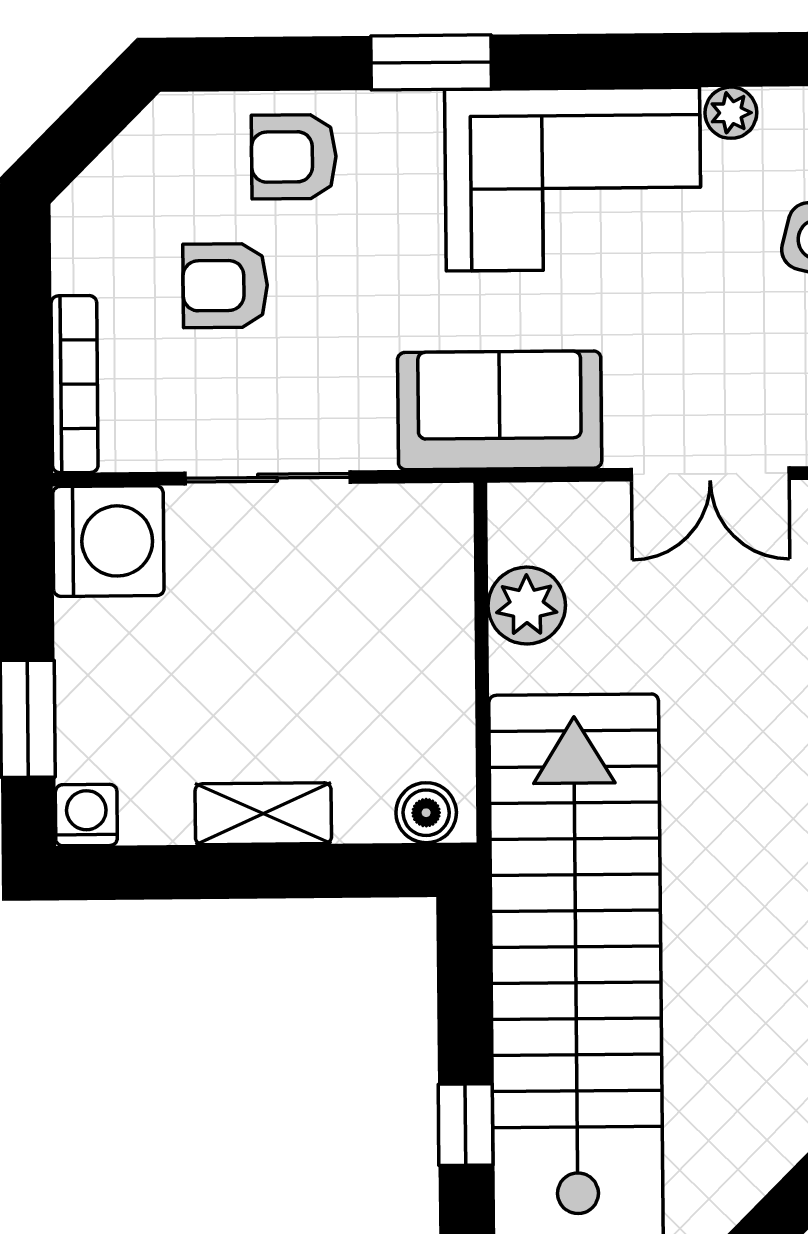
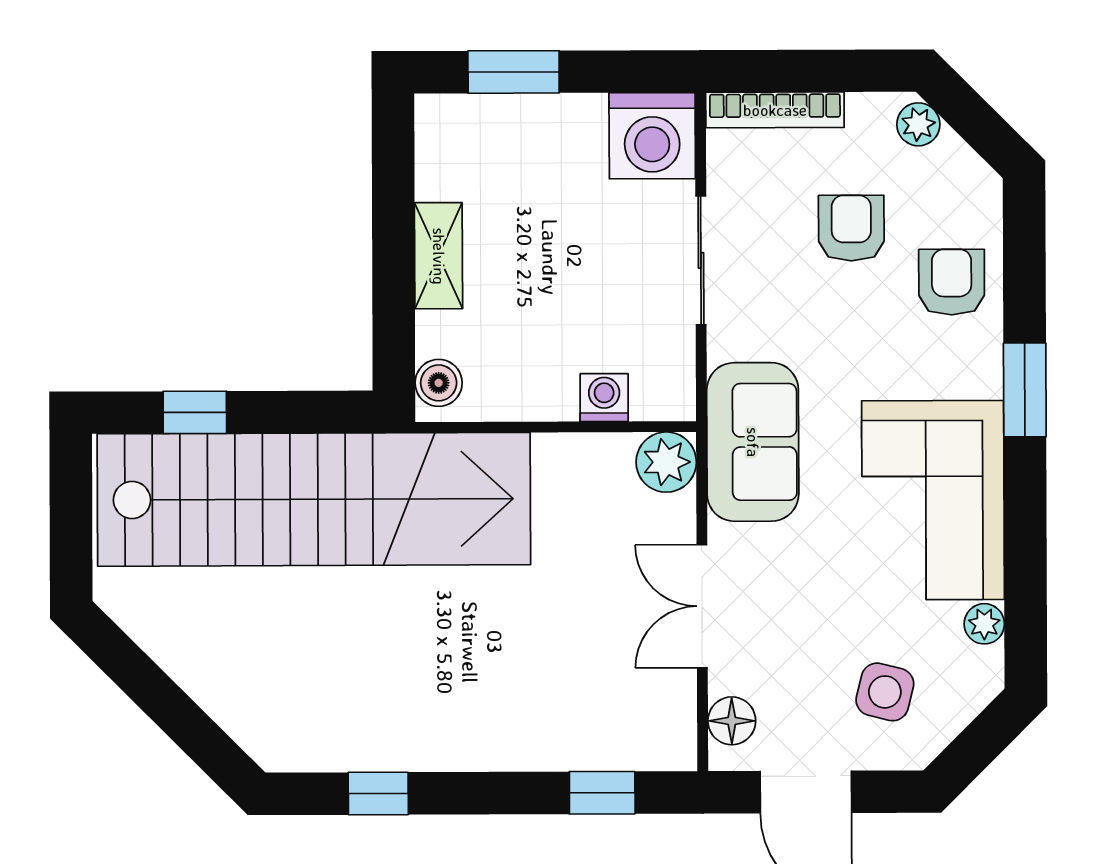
plant: (92, 200) -> (918, 124), added
plant: (527, 606) -> (666, 462), moved
washing machine: (86, 815) -> (604, 398), moved, turned -90

